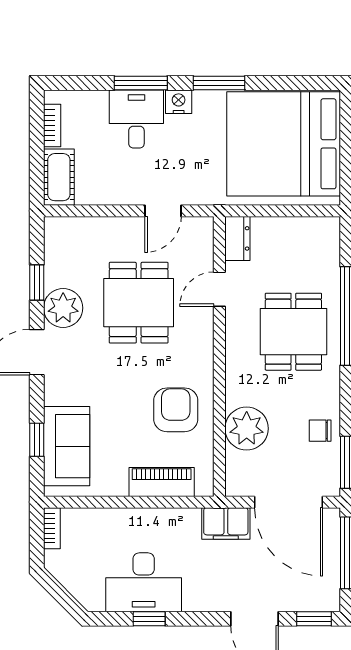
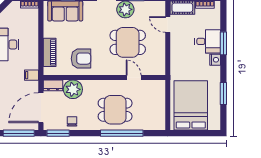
window: (219, 83) -> (223, 94), moved
bed: (284, 144) -> (191, 105), width x0.73
door: (163, 211) -> (168, 24), moved
dresser: (237, 238) -> (53, 85), moved
filing cabinet: (226, 524) -> (32, 75), width x0.50

